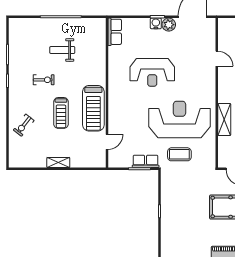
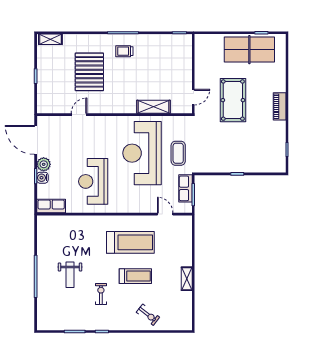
row of seats: (115, 32) -> (51, 206), moved
reception desk: (152, 72) -> (93, 181), turned 180
wall: (107, 93) -> (114, 214), moved
shelving: (224, 120) -> (154, 107), moved
door: (107, 142) -> (165, 214), moved

